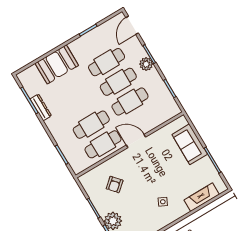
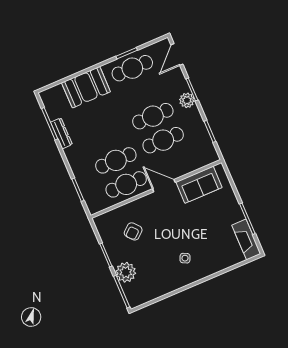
cafe table: (107, 62) -> (132, 68), moved
sofa: (190, 144) -> (199, 185), moved, turned -90
fireplace: (202, 197) -> (246, 240), moved, turned -90

